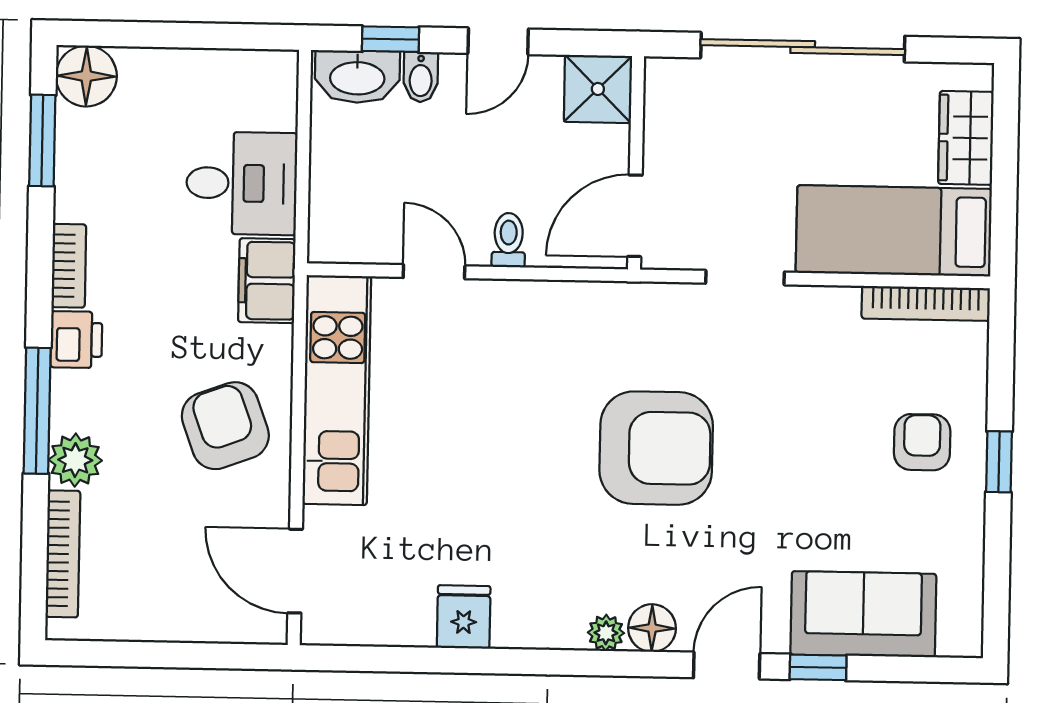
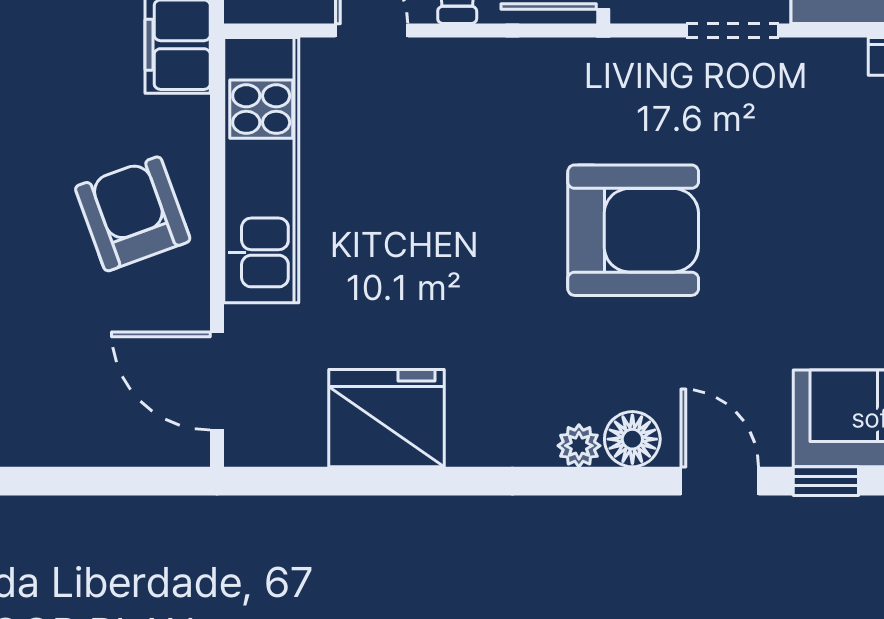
fridge: (464, 617) -> (387, 418), width x1.88, depth x1.34
door: (727, 666) -> (720, 481), hinge flipped

